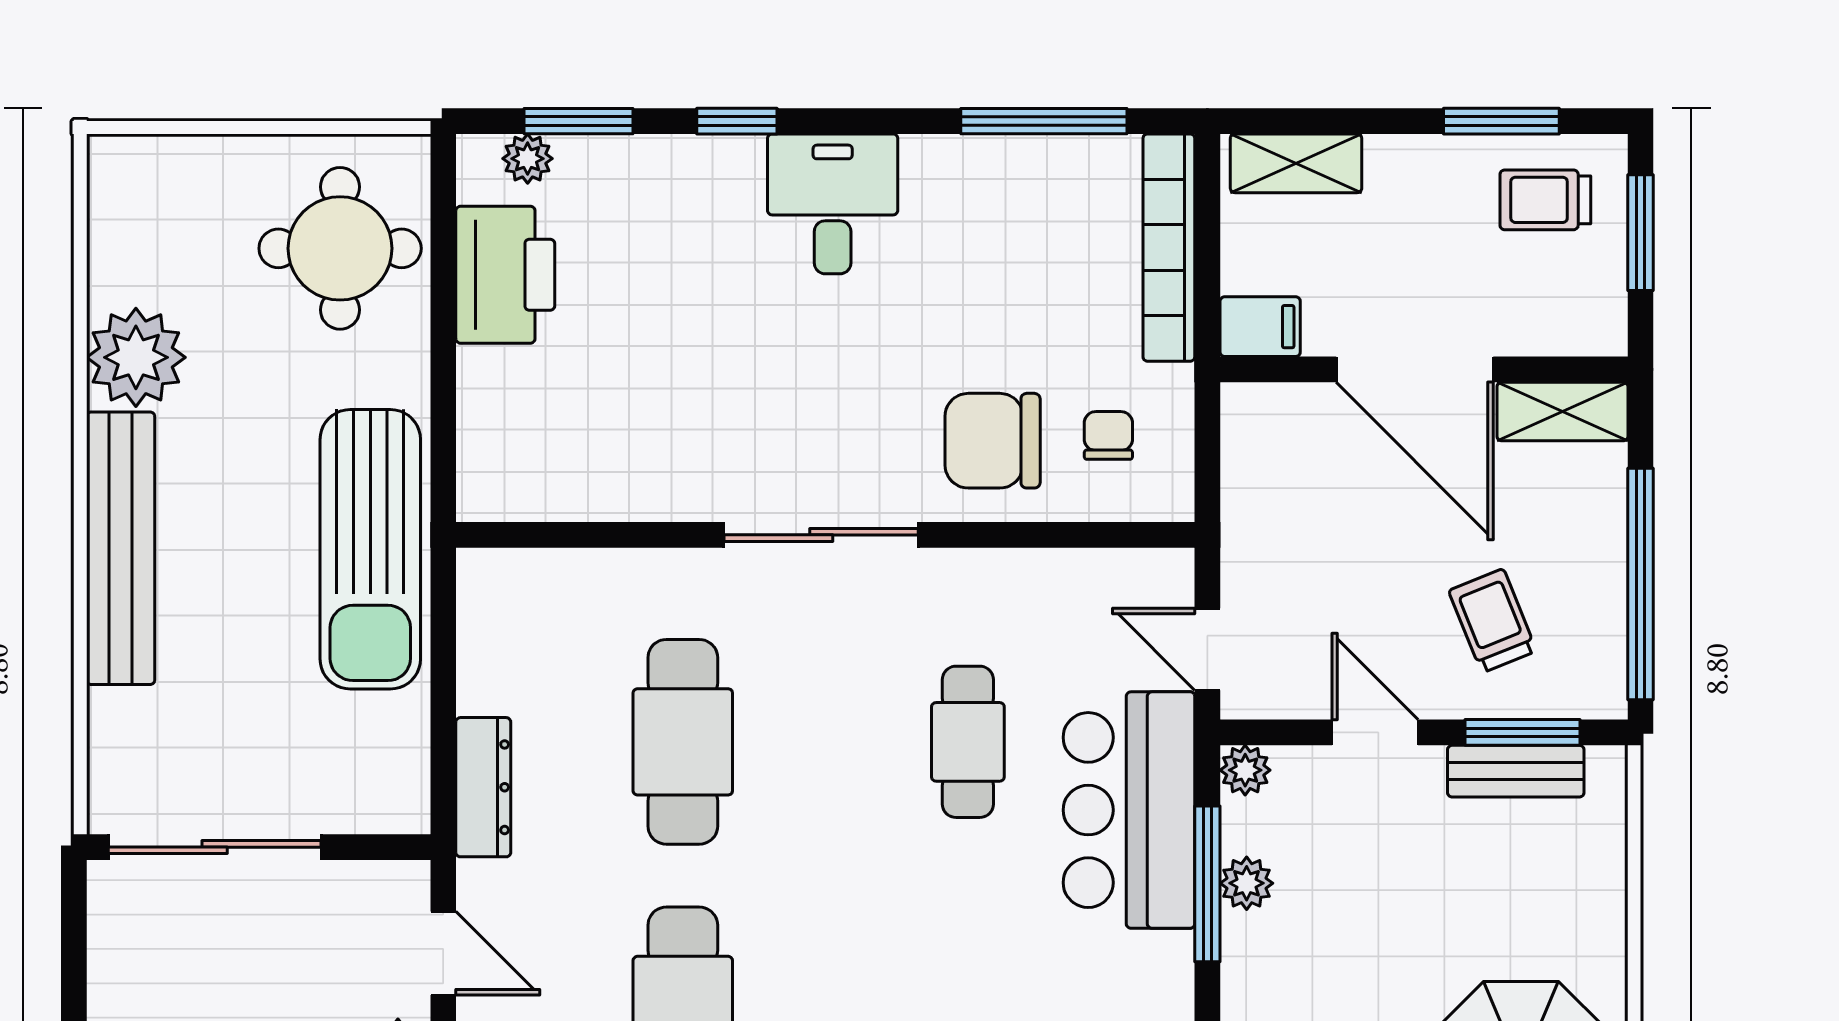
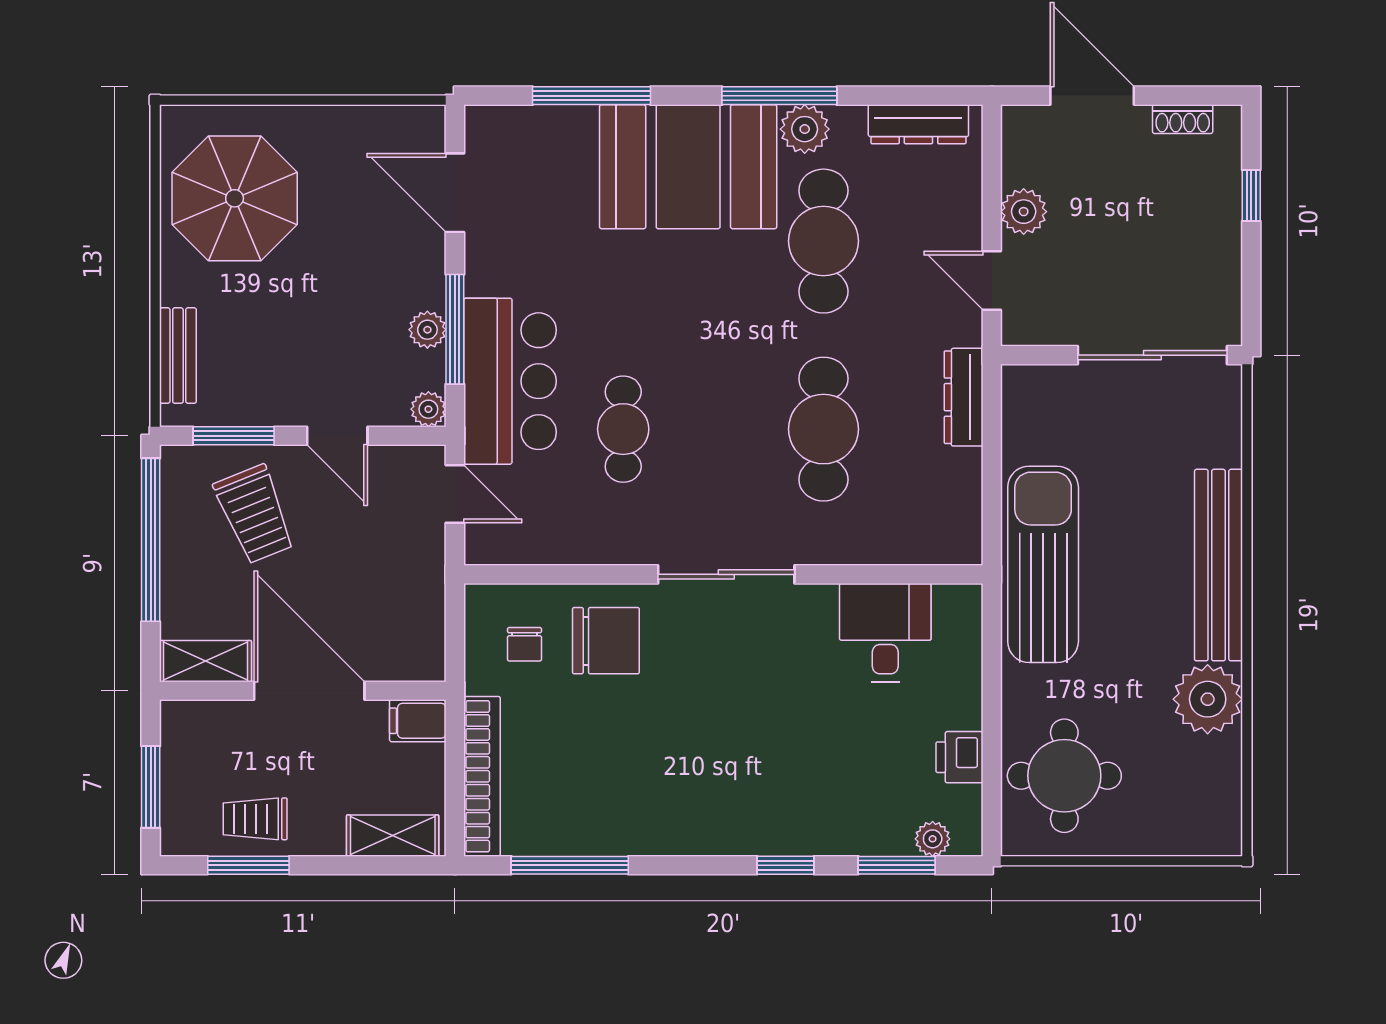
trolley: (1545, 200) -> (255, 819), moved, turned 180
desk: (833, 204) -> (885, 633), moved, turned 180
printer: (505, 275) -> (959, 757), width x0.53, depth x0.68
trolley: (1493, 621) -> (255, 514), width x1.36, depth x1.39
bench: (1516, 771) -> (178, 356), moved, turned 90

